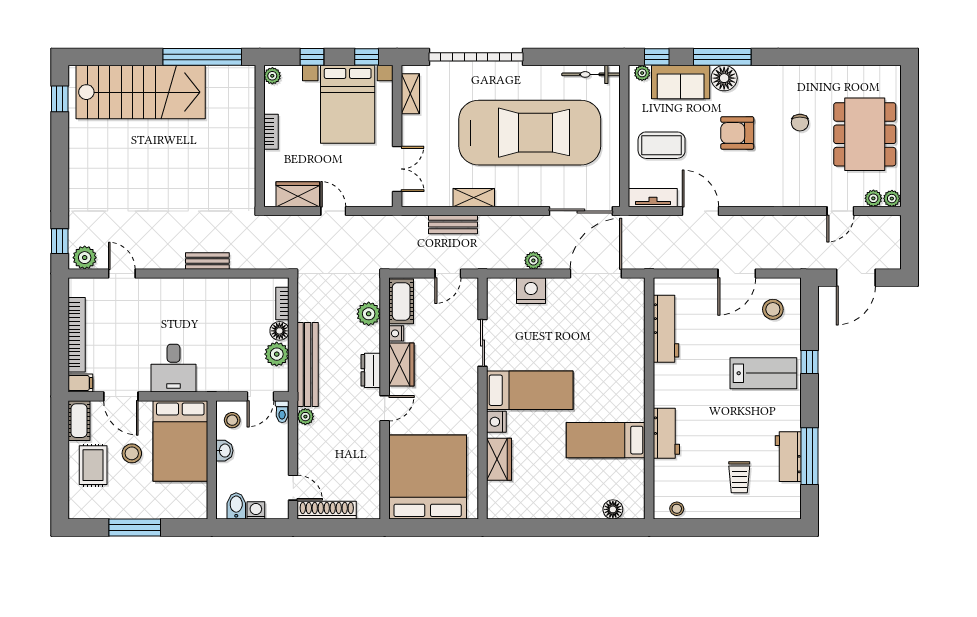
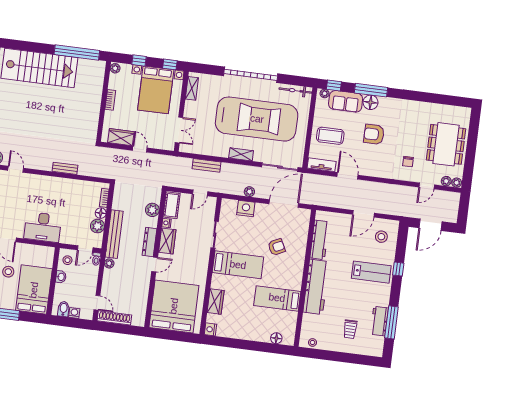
garage door: (476, 57) -> (251, 75), moved
chair: (800, 123) -> (408, 162), moved
shelving: (474, 198) -> (241, 154), moved
armchair: (593, 351) -> (277, 247), added
desk: (174, 368) -> (43, 227), width x1.37
dresser: (371, 370) -> (149, 242), width x1.44
nightstand: (496, 422) -> (210, 329), moved
workbench: (666, 433) -> (316, 287), width x1.88, depth x1.32
bed: (180, 441) -> (34, 290), moved, turned 180

